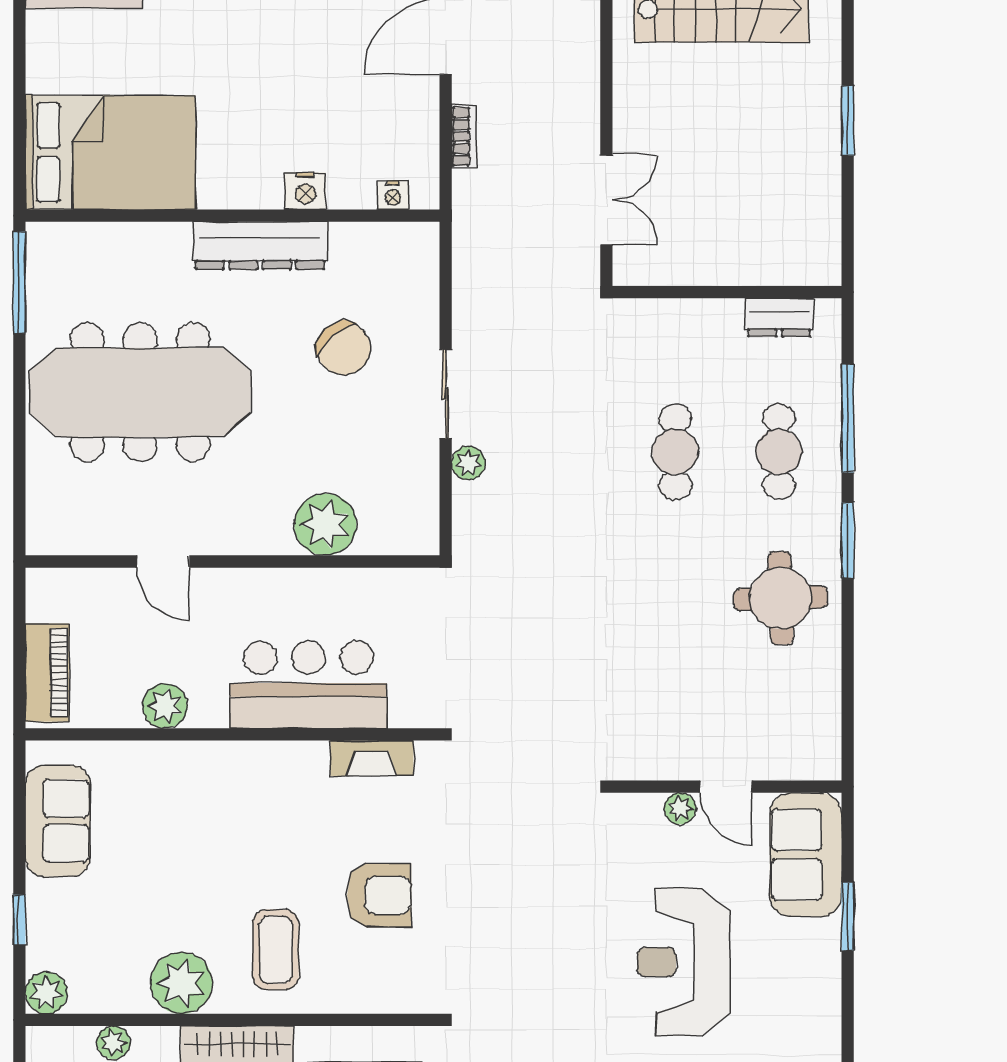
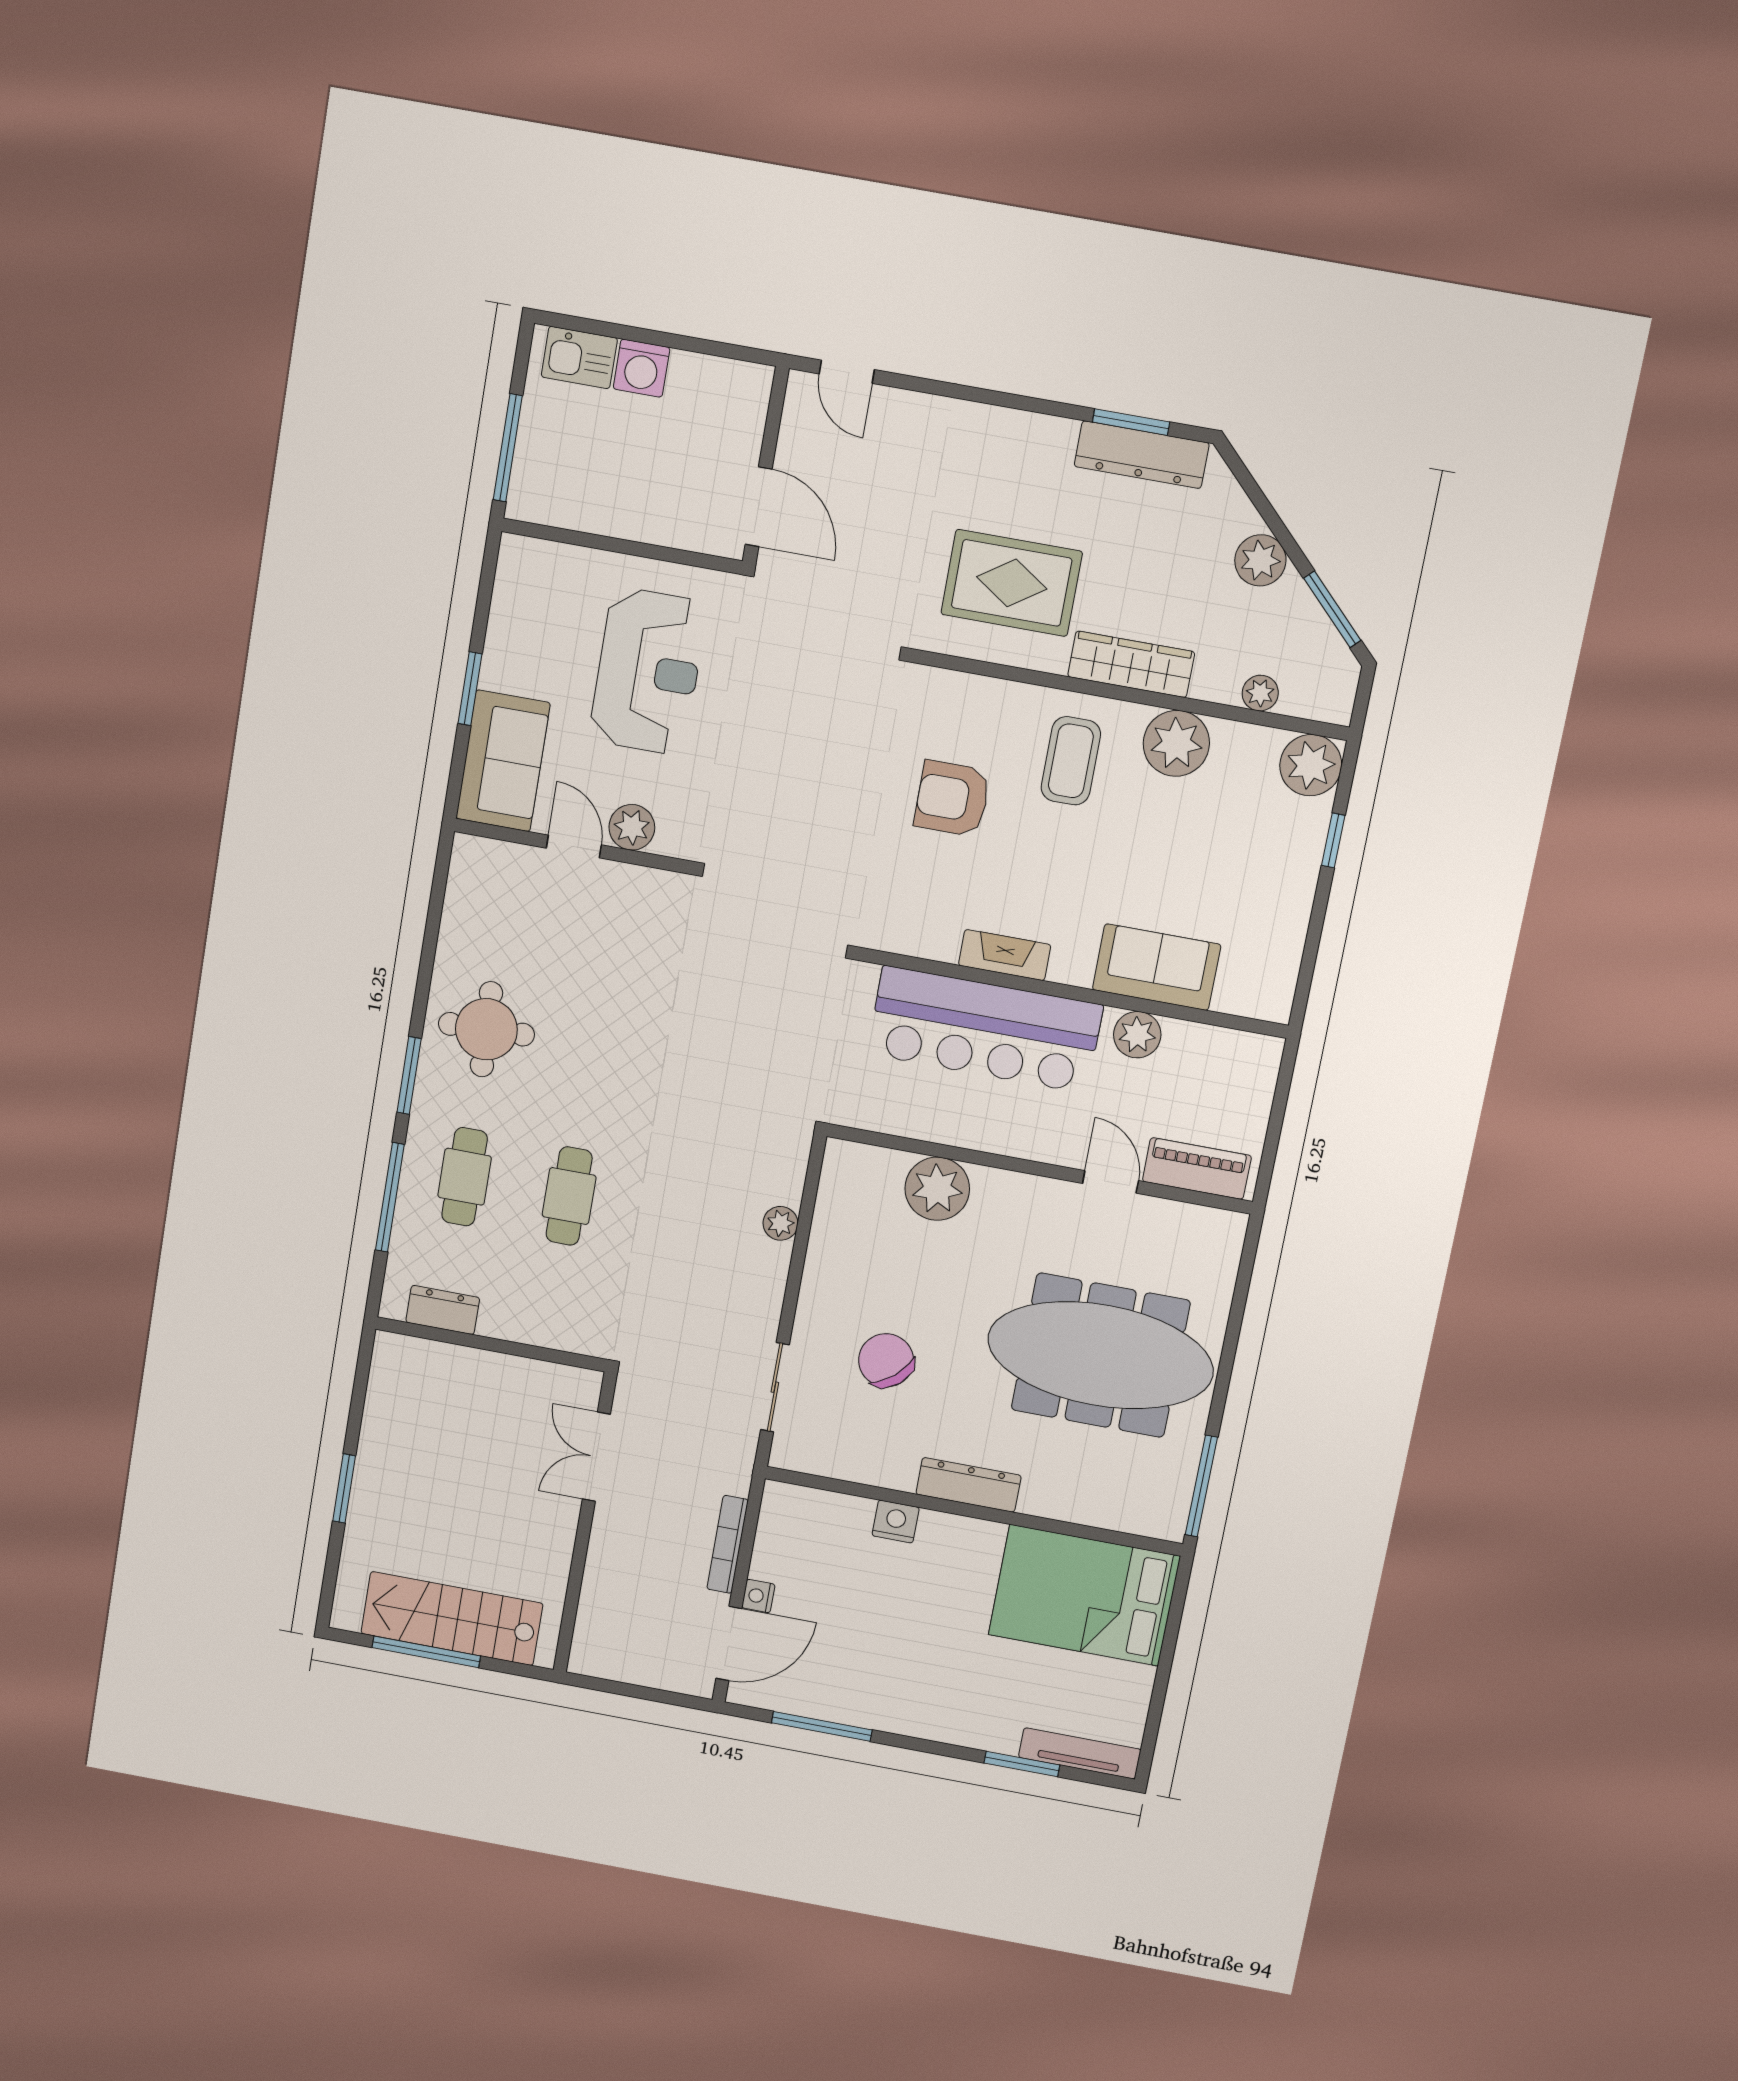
bookcase: (464, 137) -> (728, 1544), width x1.56
nightstand: (393, 195) -> (758, 1596), moved, turned -90
dresser: (260, 246) -> (968, 1485), width x0.73, depth x0.80
sliding door: (446, 394) -> (775, 1387), moved
piano: (47, 673) -> (1197, 1168), moved, turned 90
bar counter: (308, 685) -> (985, 1029), width x1.36
fireplace: (372, 758) -> (1005, 955), moved
plant: (680, 809) -> (632, 827), width x1.38, depth x1.38
sofa: (58, 821) -> (1157, 967), moved, turned 90
plant: (46, 993) -> (1311, 765), width x1.36, depth x1.36

